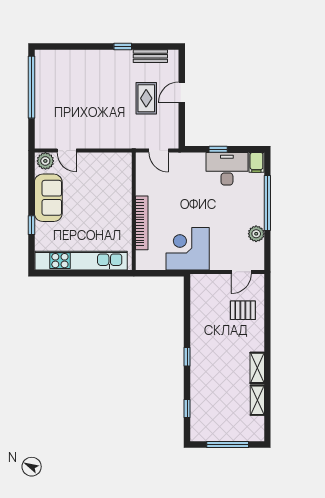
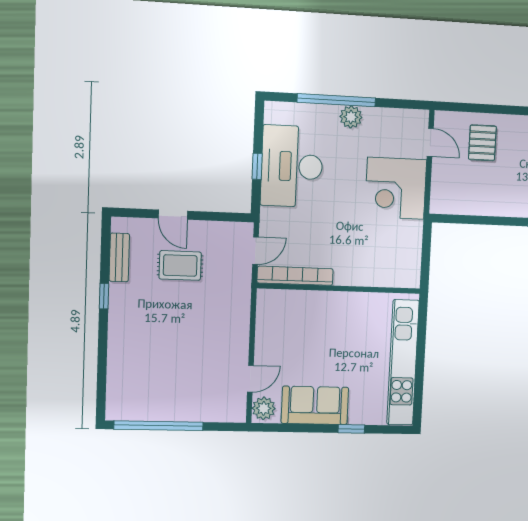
filing cabinet: (256, 162) -> (278, 112), removed
desk: (227, 169) -> (292, 166), width x1.36, depth x1.30
bookcase: (142, 223) -> (295, 276), moved
plant: (256, 234) -> (351, 117), moved
corner desk: (188, 249) -> (396, 188), moved

